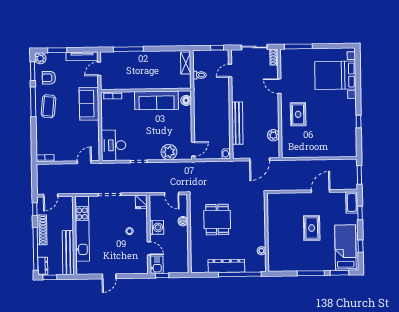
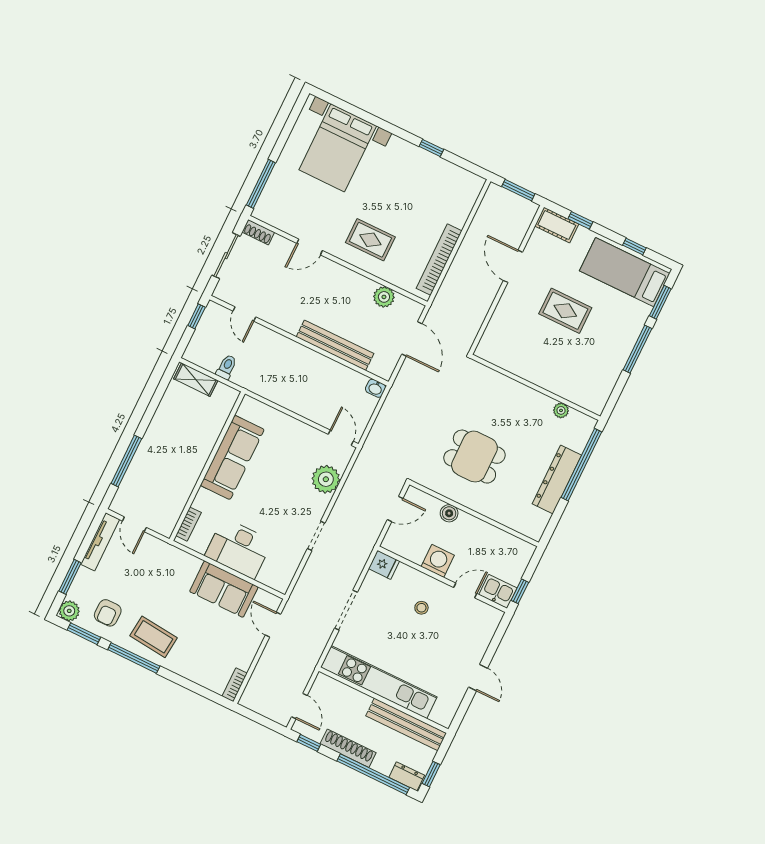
floor lamp: (186, 100) -> (257, 410), removed
sofa: (89, 104) -> (224, 589), moved
desk: (114, 145) -> (239, 548), moved
bookcase: (305, 153) -> (439, 260), added

